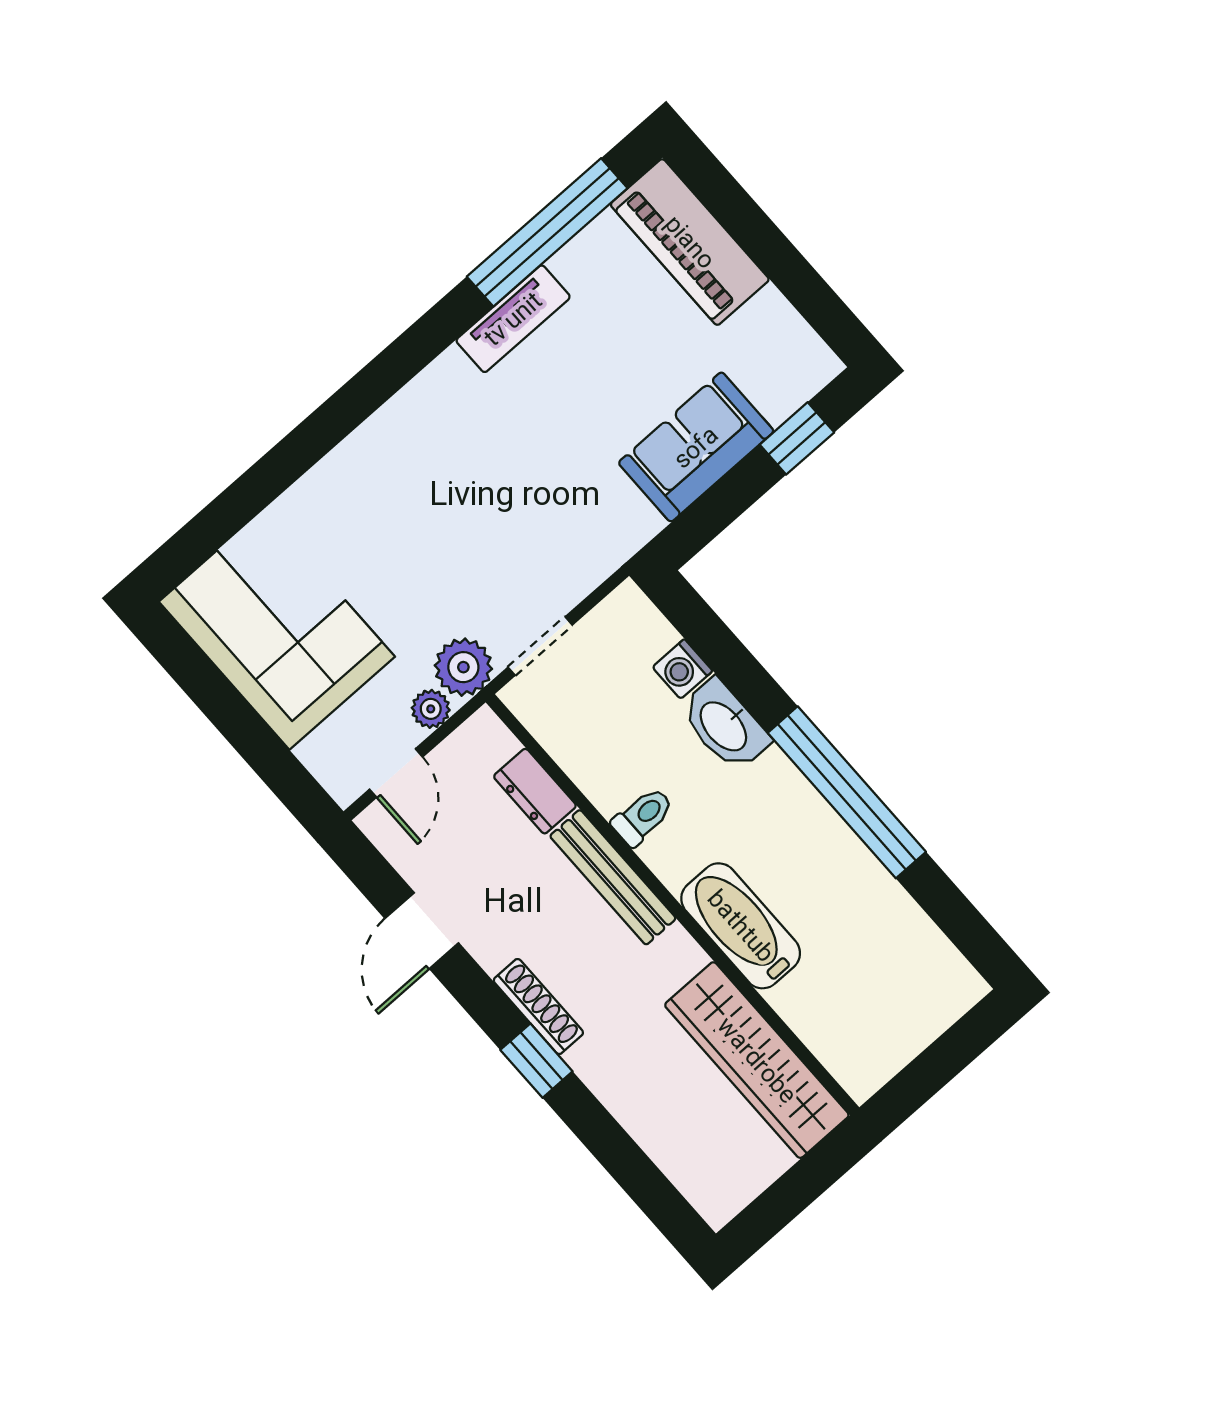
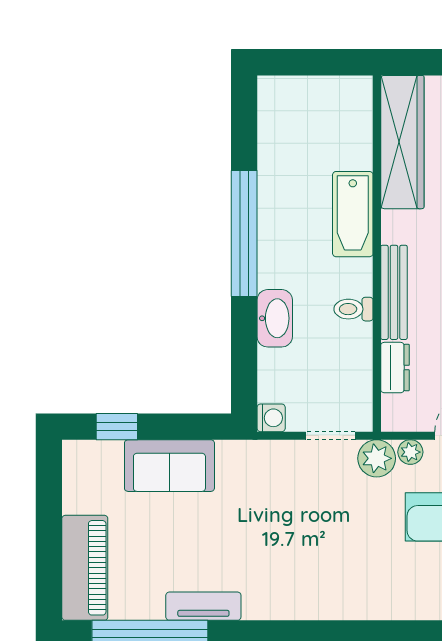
washing machine: (682, 669) -> (271, 418), moved

